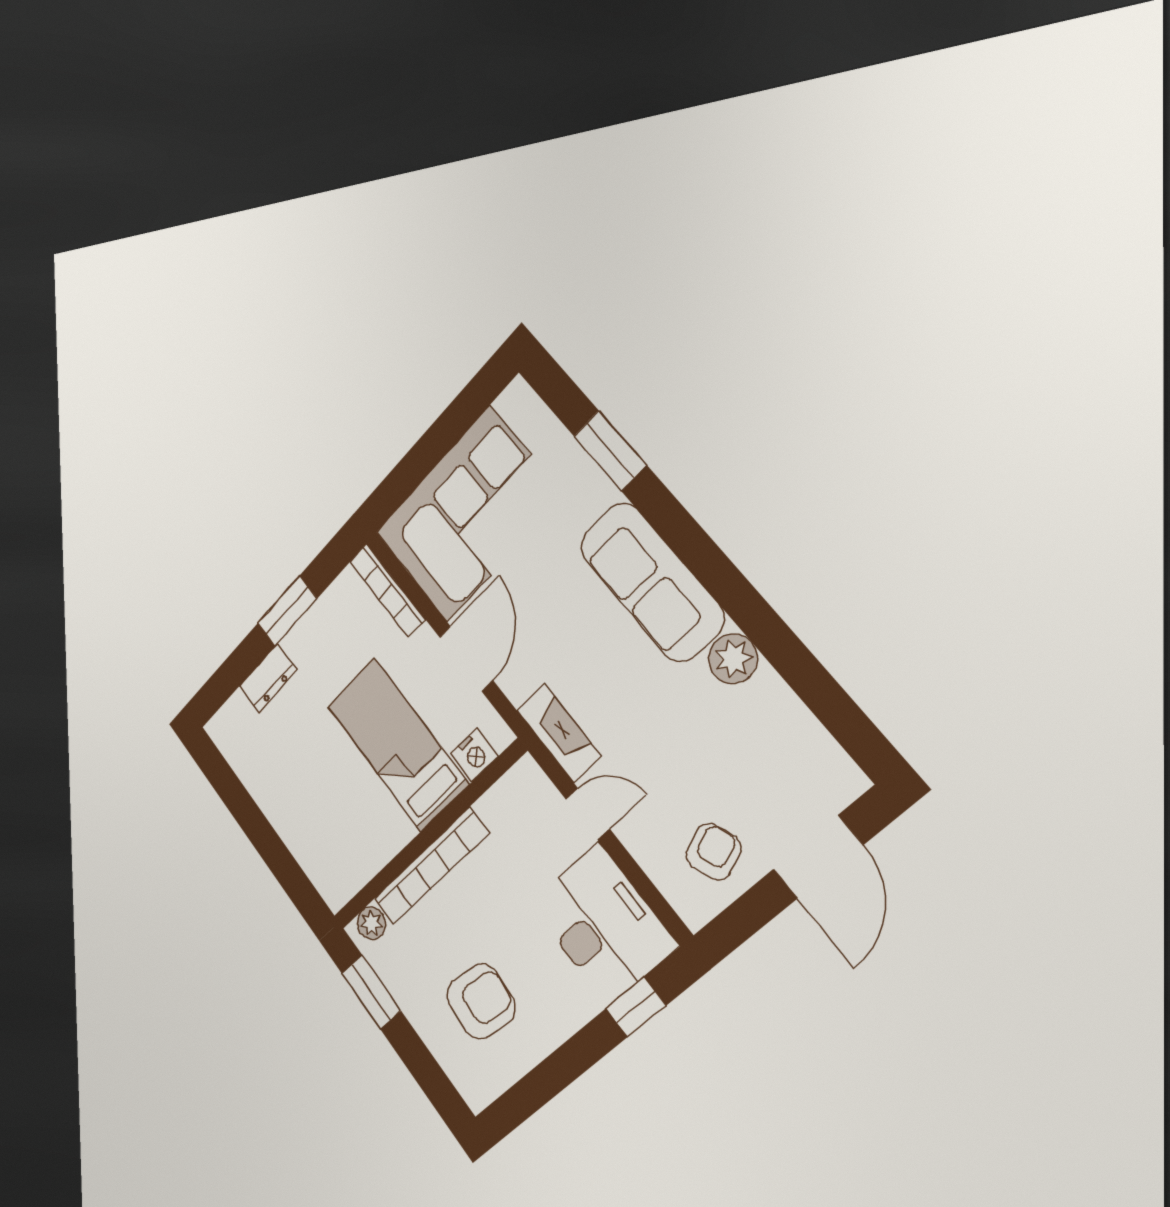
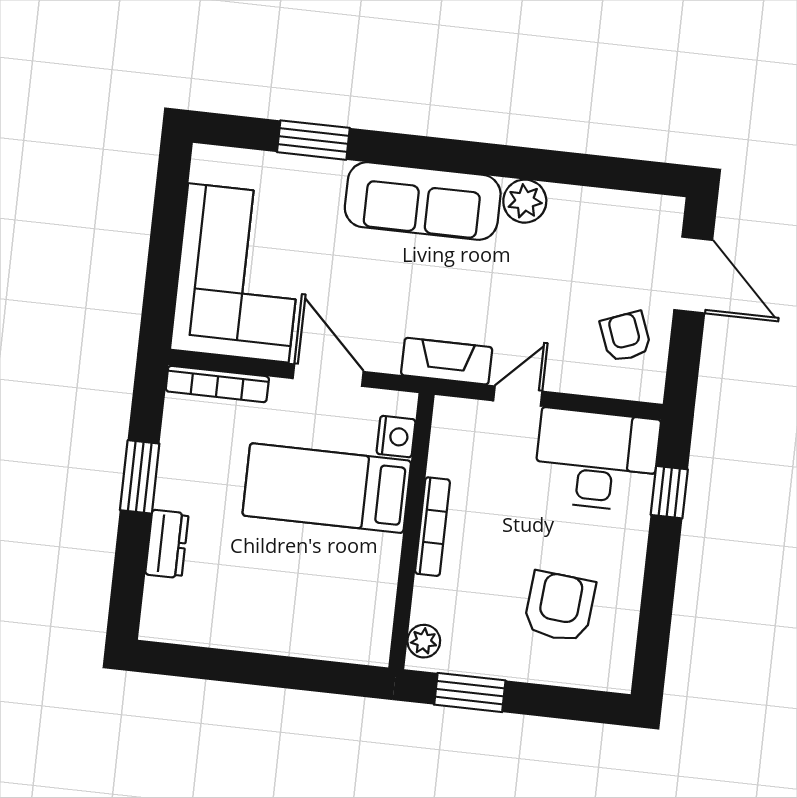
bookcase: (431, 867) -> (432, 527), width x0.68, depth x0.76

